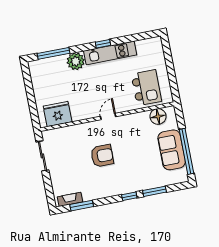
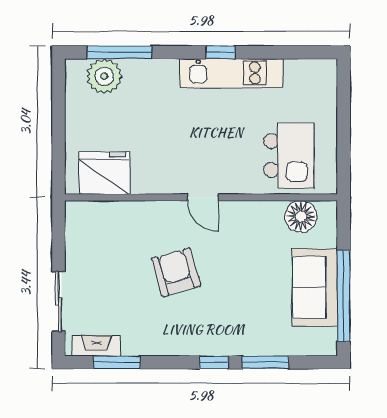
plant: (76, 61) -> (104, 76), moved
door: (108, 116) -> (203, 197), swing flipped
sliding door: (42, 156) -> (59, 301), moved
armchair: (102, 156) -> (176, 272), turned -106

